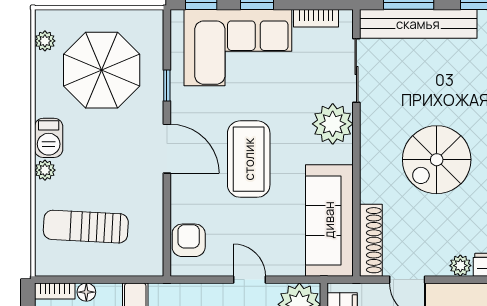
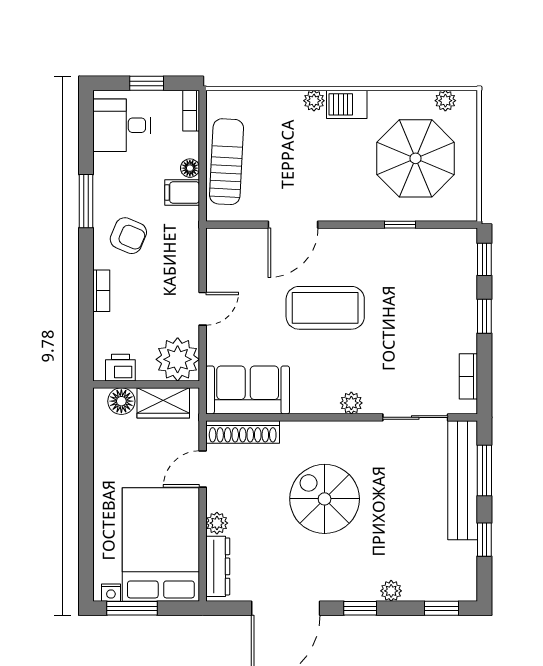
corner sofa: (238, 48) -> (439, 297), removed
plant: (333, 124) -> (351, 403), width x0.53, depth x0.53
door: (167, 149) -> (293, 225), moved
sofa: (329, 220) -> (248, 390), width x0.73
sun lounger: (86, 227) -> (227, 162), moved
armchair: (189, 240) -> (243, 247), removed
floor lamp: (86, 292) -> (190, 168), moved

